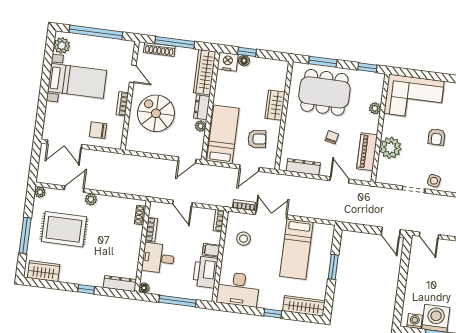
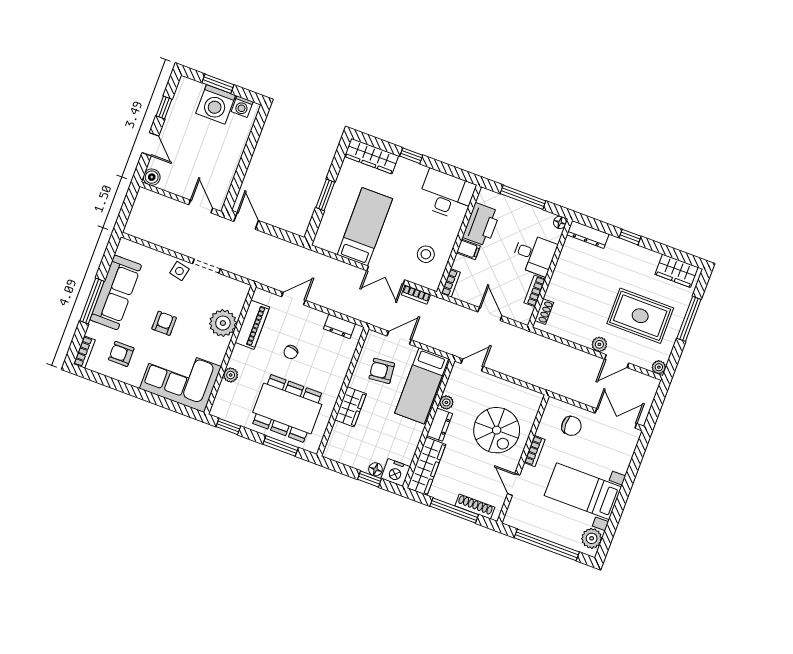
dresser: (303, 167) -> (339, 326), width x0.70
door: (339, 180) -> (293, 299), swing flipped

